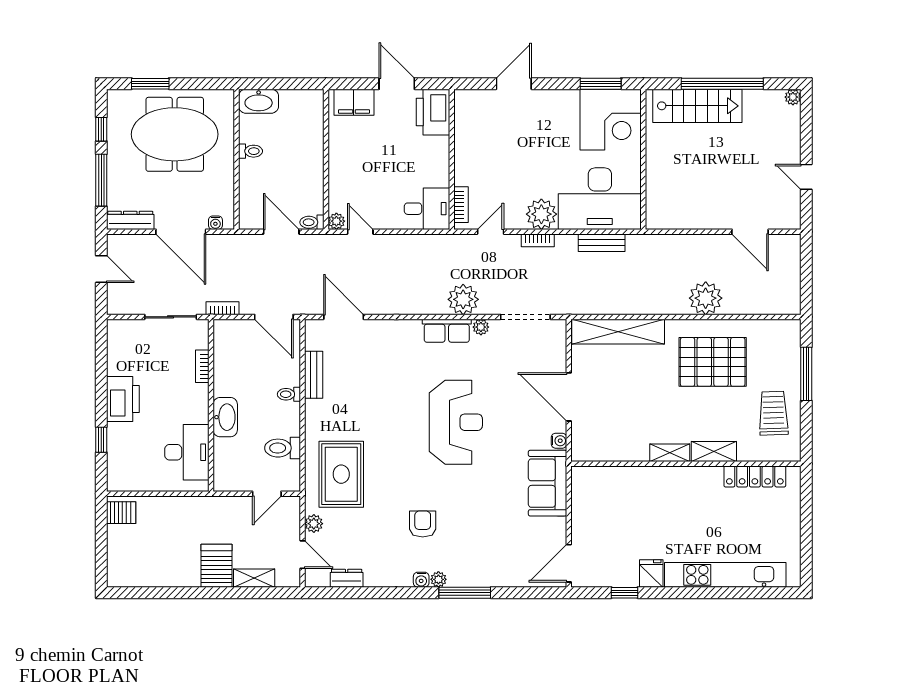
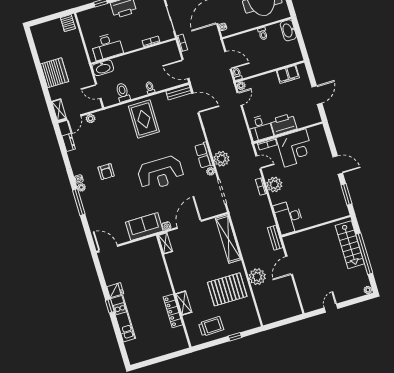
door: (514, 84) -> (338, 165), moved
filing cabinet: (354, 102) -> (288, 74), moved, turned -90
printer: (433, 112) -> (283, 124), moved
corner desk: (611, 120) -> (295, 148), moved, turned -90
desk: (600, 199) -> (289, 217), width x0.73, depth x0.77
door: (281, 232) -> (228, 60), hinge flipped
door: (750, 232) -> (289, 265), moved
bench: (602, 243) -> (275, 238), moved
door: (274, 317) -> (185, 69), hinge flipped
door: (344, 317) -> (196, 103), hinge flipped
pallet: (713, 362) -> (227, 289), turned 90
window: (806, 374) -> (235, 337), width x0.46
bench: (314, 375) -> (179, 92), moved
washbasin: (225, 417) -> (103, 68), moved
shelving: (670, 453) -> (165, 243), moved
rug: (341, 474) -> (144, 119), moved, turned 90
locker: (755, 477) -> (173, 311), moved
armchair: (423, 524) -> (106, 172), turned 90
server rack: (216, 566) -> (55, 73), width x1.60
kitchen unit: (725, 575) -> (123, 319), width x0.73
shelving: (254, 578) -> (59, 110), moved
window: (624, 593) -> (110, 306), moved

